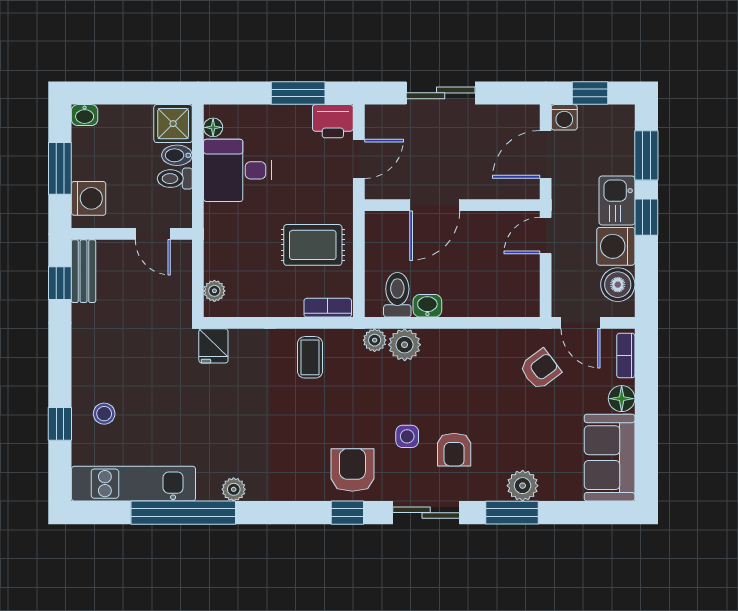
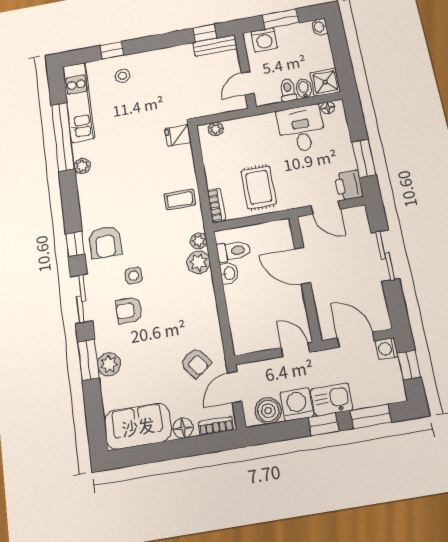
armchair: (352, 470) -> (105, 242), turned 90

